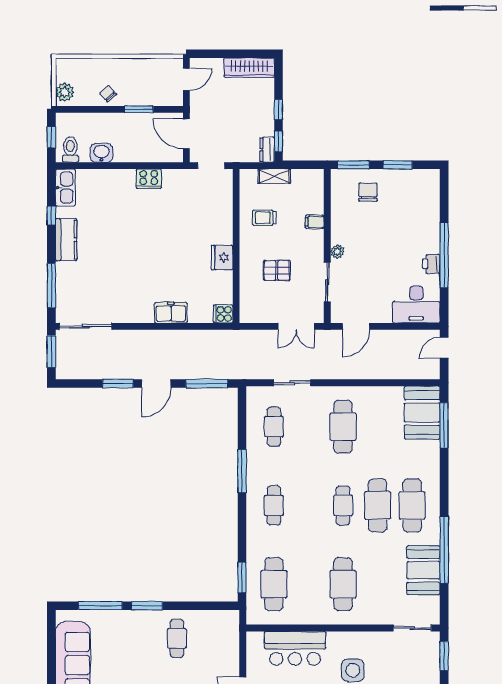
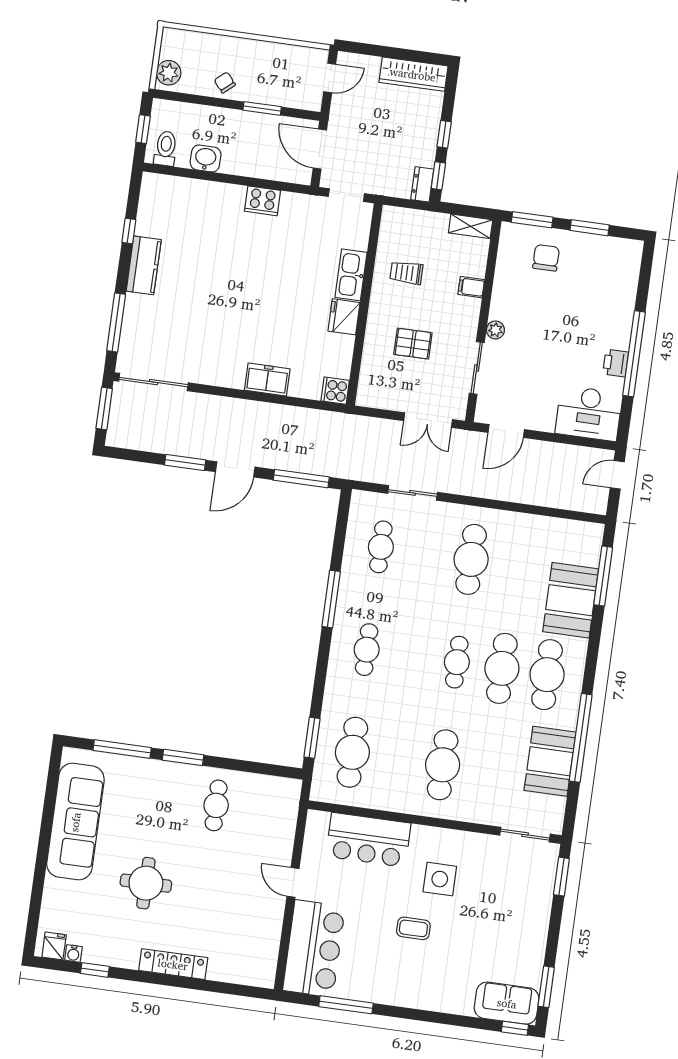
shelving: (274, 176) -> (471, 226), moved
kitchen sink: (65, 188) -> (351, 275), moved, turned 180
booth: (422, 413) -> (571, 600), moved

